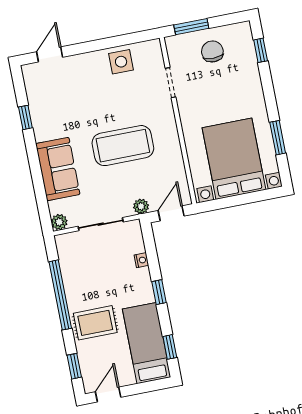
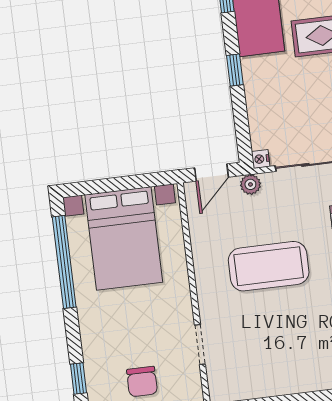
side table: (121, 62) -> (263, 377), removed
window: (278, 138) -> (64, 262), width x2.11
nightstand: (141, 260) -> (261, 159), moved

